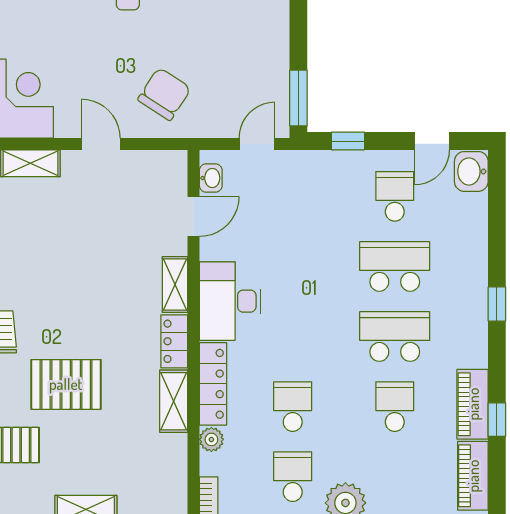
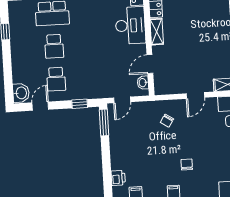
chair: (164, 94) -> (167, 121), width x0.54, depth x0.54
door: (101, 144) -> (195, 96), hinge flipped
school desk: (395, 266) -> (54, 46), width x0.54

